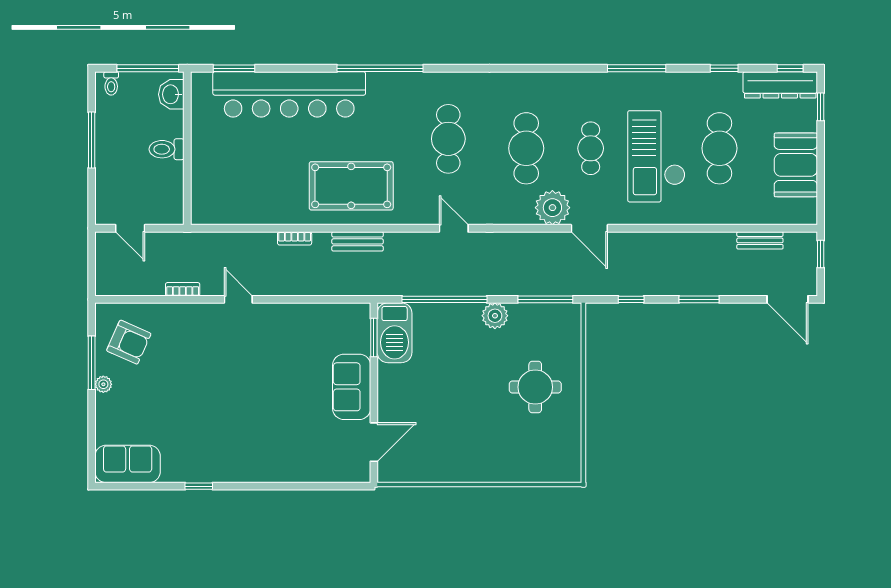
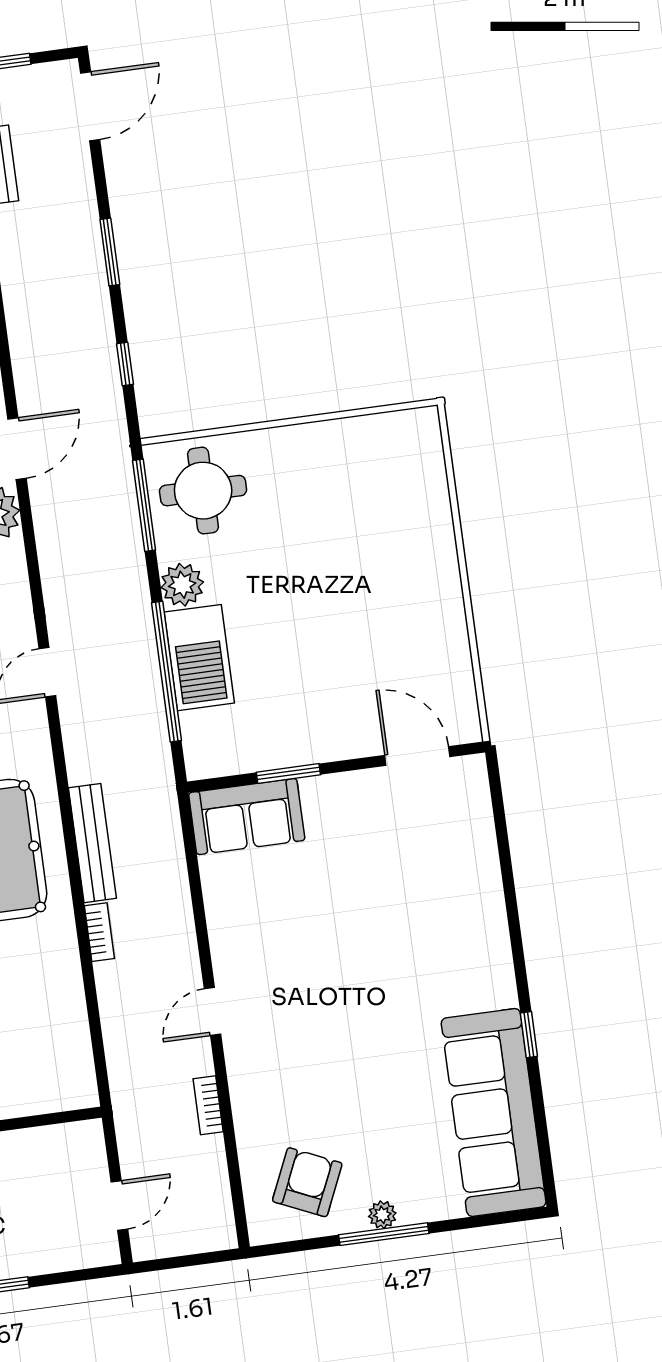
bench: (358, 241) -> (92, 843), width x1.36
barbecue: (395, 333) -> (199, 658), moved, turned 90
window: (374, 338) -> (288, 773), moved
window: (92, 363) -> (384, 1234), moved
sofa: (352, 387) -> (247, 817), moved
round table: (535, 387) -> (203, 491), moved
sofa: (128, 464) -> (494, 1113), width x1.85, depth x1.27

